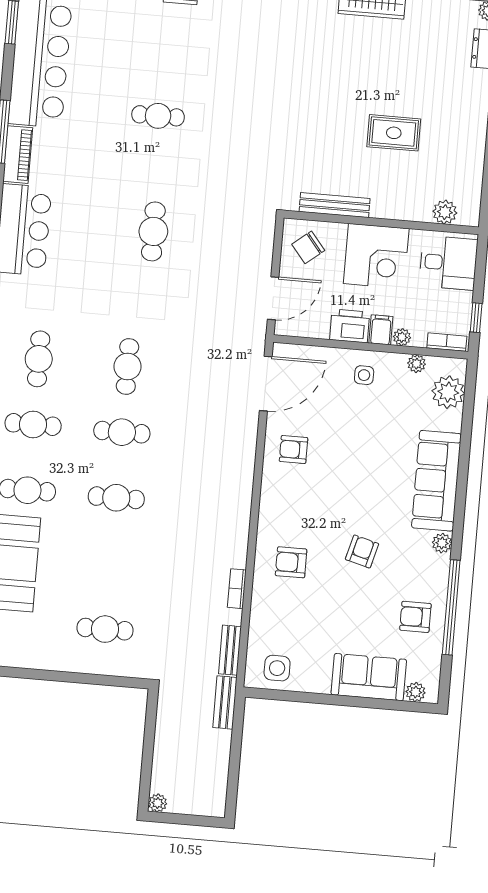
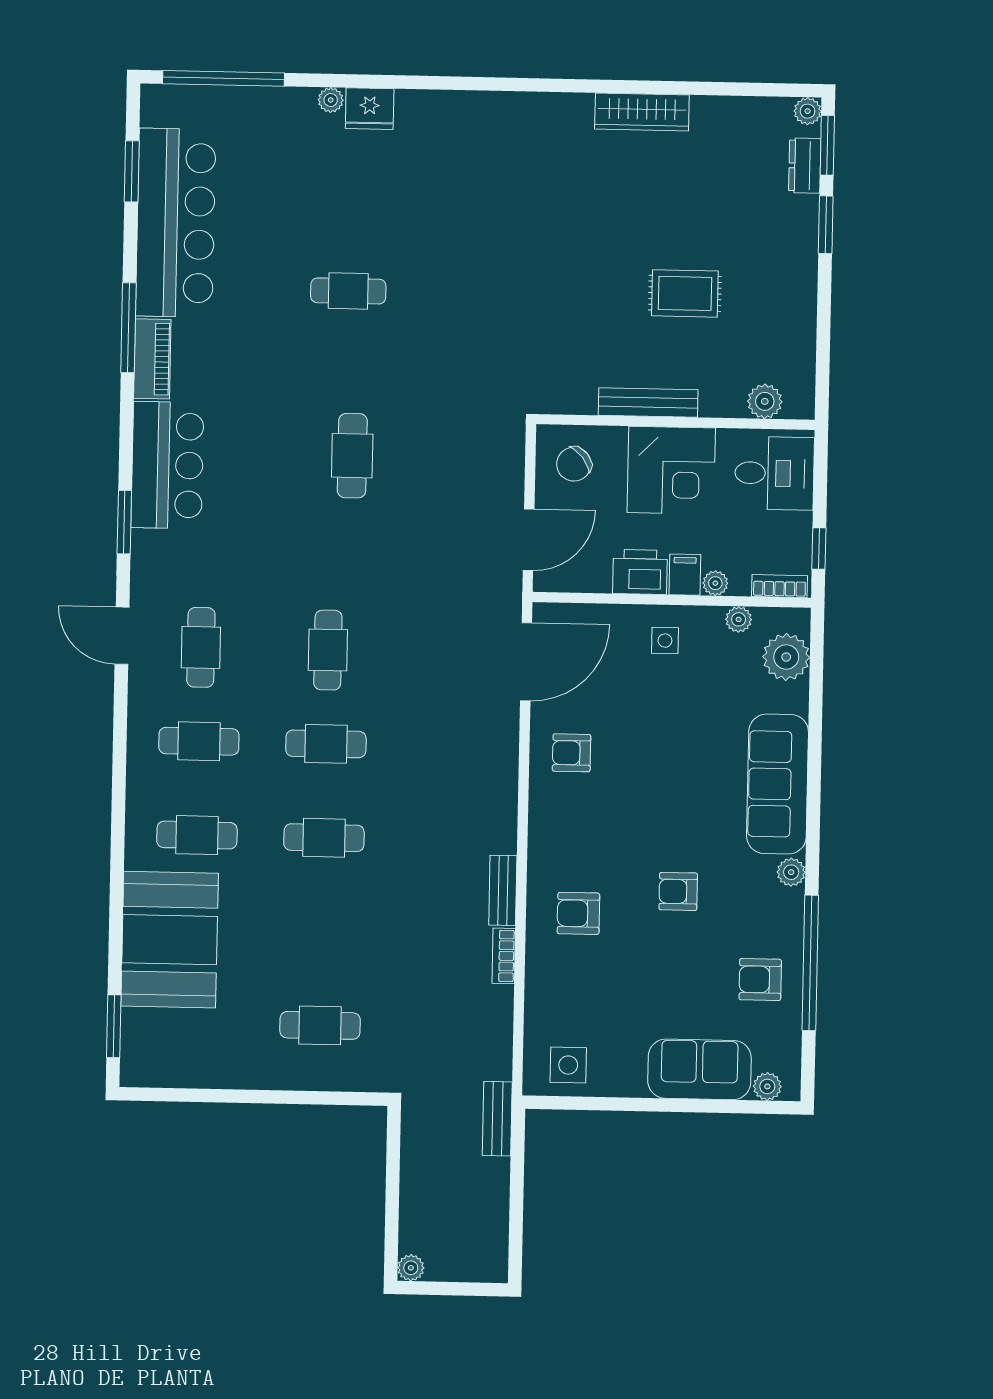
bench: (335, 205) -> (648, 403), moved
armchair: (362, 551) -> (678, 891), turned -105
bench: (230, 650) -> (503, 890), moved

